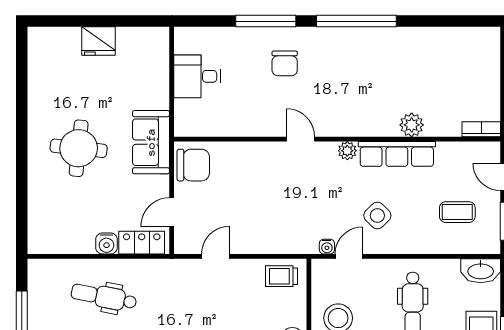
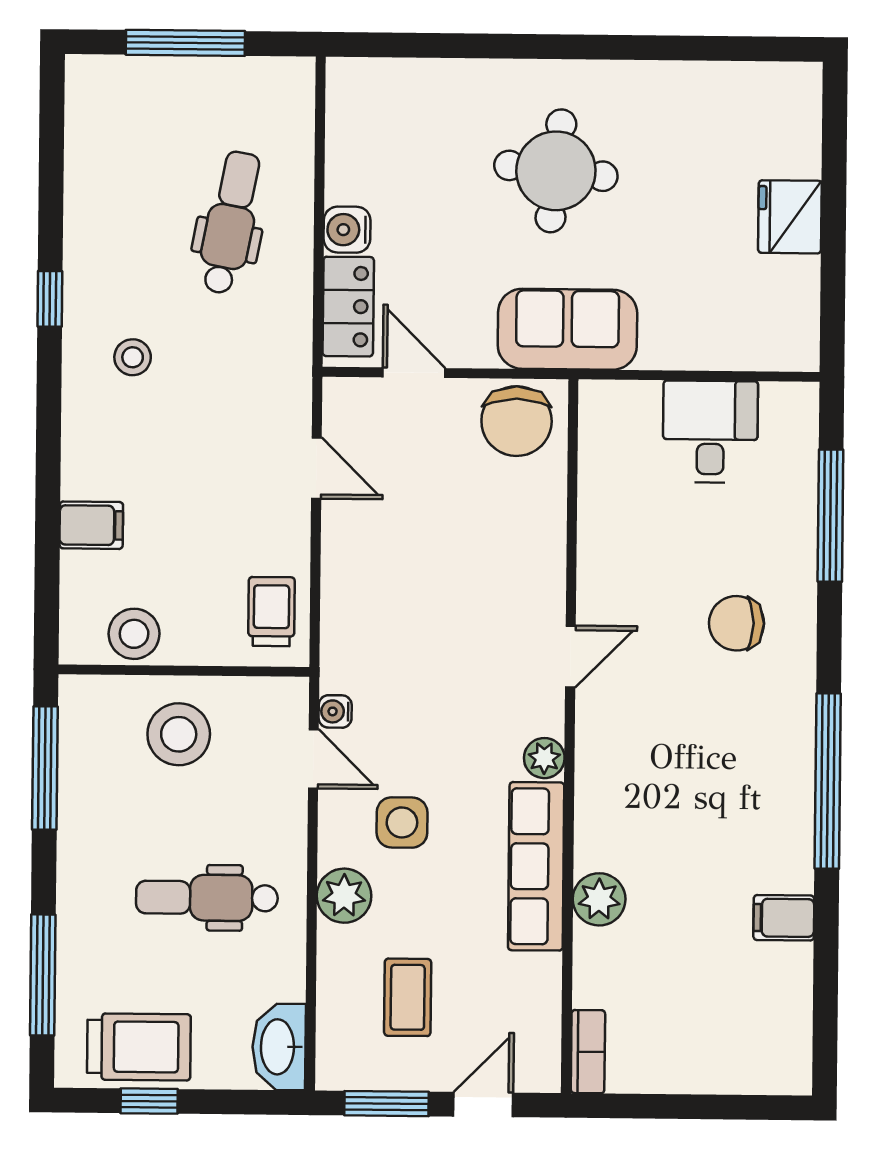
window: (266, 21) -> (830, 516), moved
filing cabinet: (419, 40) -> (784, 918), added
side table: (377, 216) -> (402, 822), turned 45
plant: (411, 242) -> (344, 896), added

